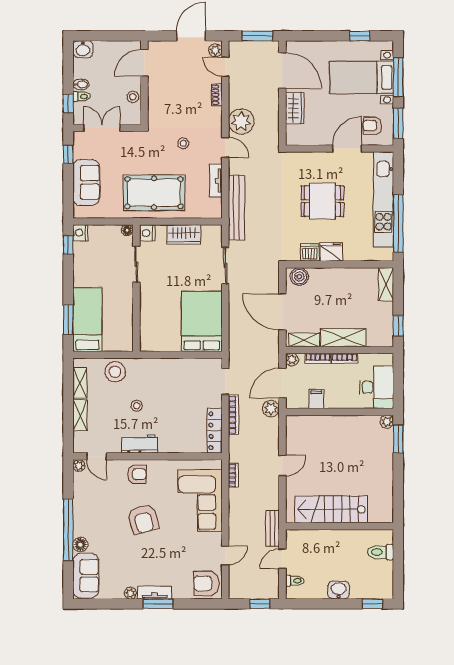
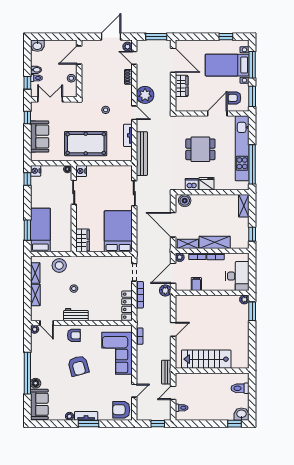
wardrobe: (184, 234) -> (83, 240), moved, turned -90
washbasin: (339, 590) -> (241, 414), moved

